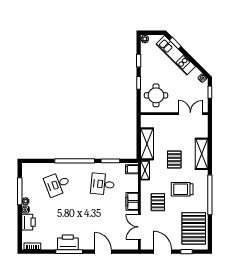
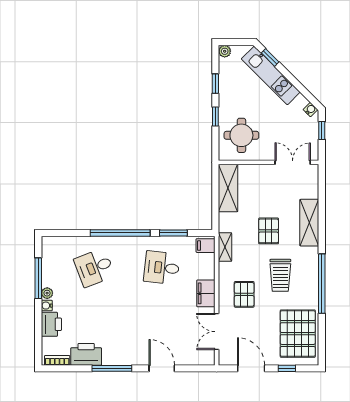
shelving: (147, 144) -> (228, 188), moved
trolley: (182, 189) -> (280, 275), turned -90
printer: (68, 242) -> (86, 354), moved

